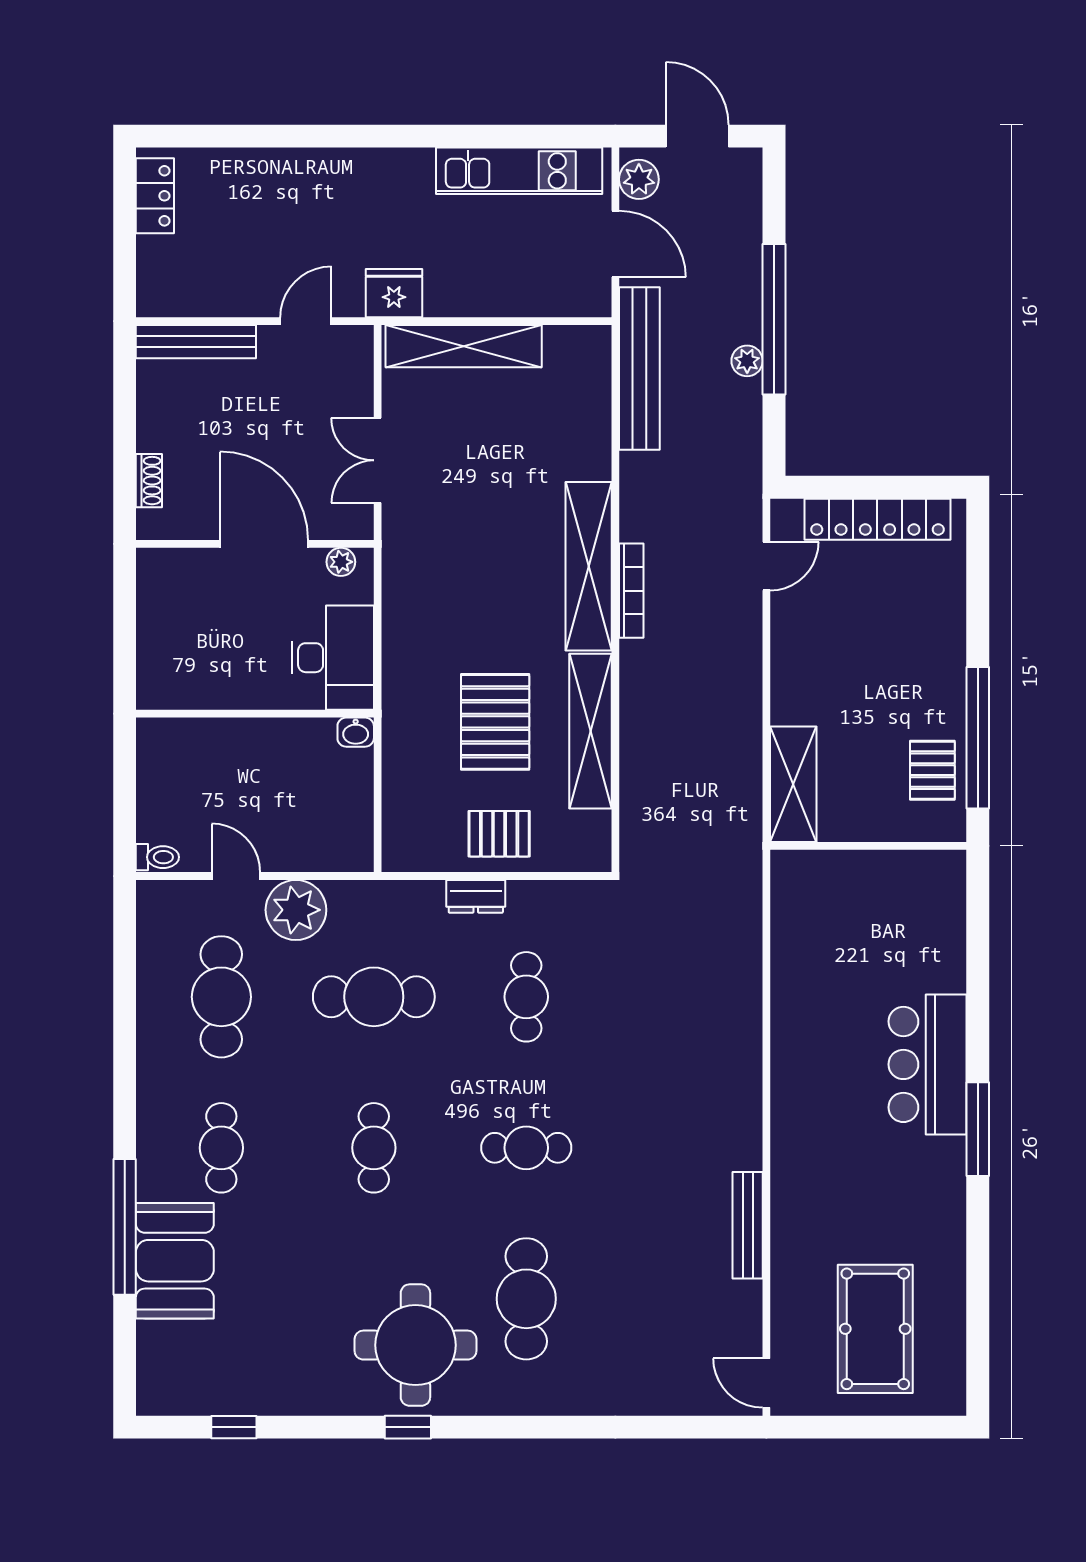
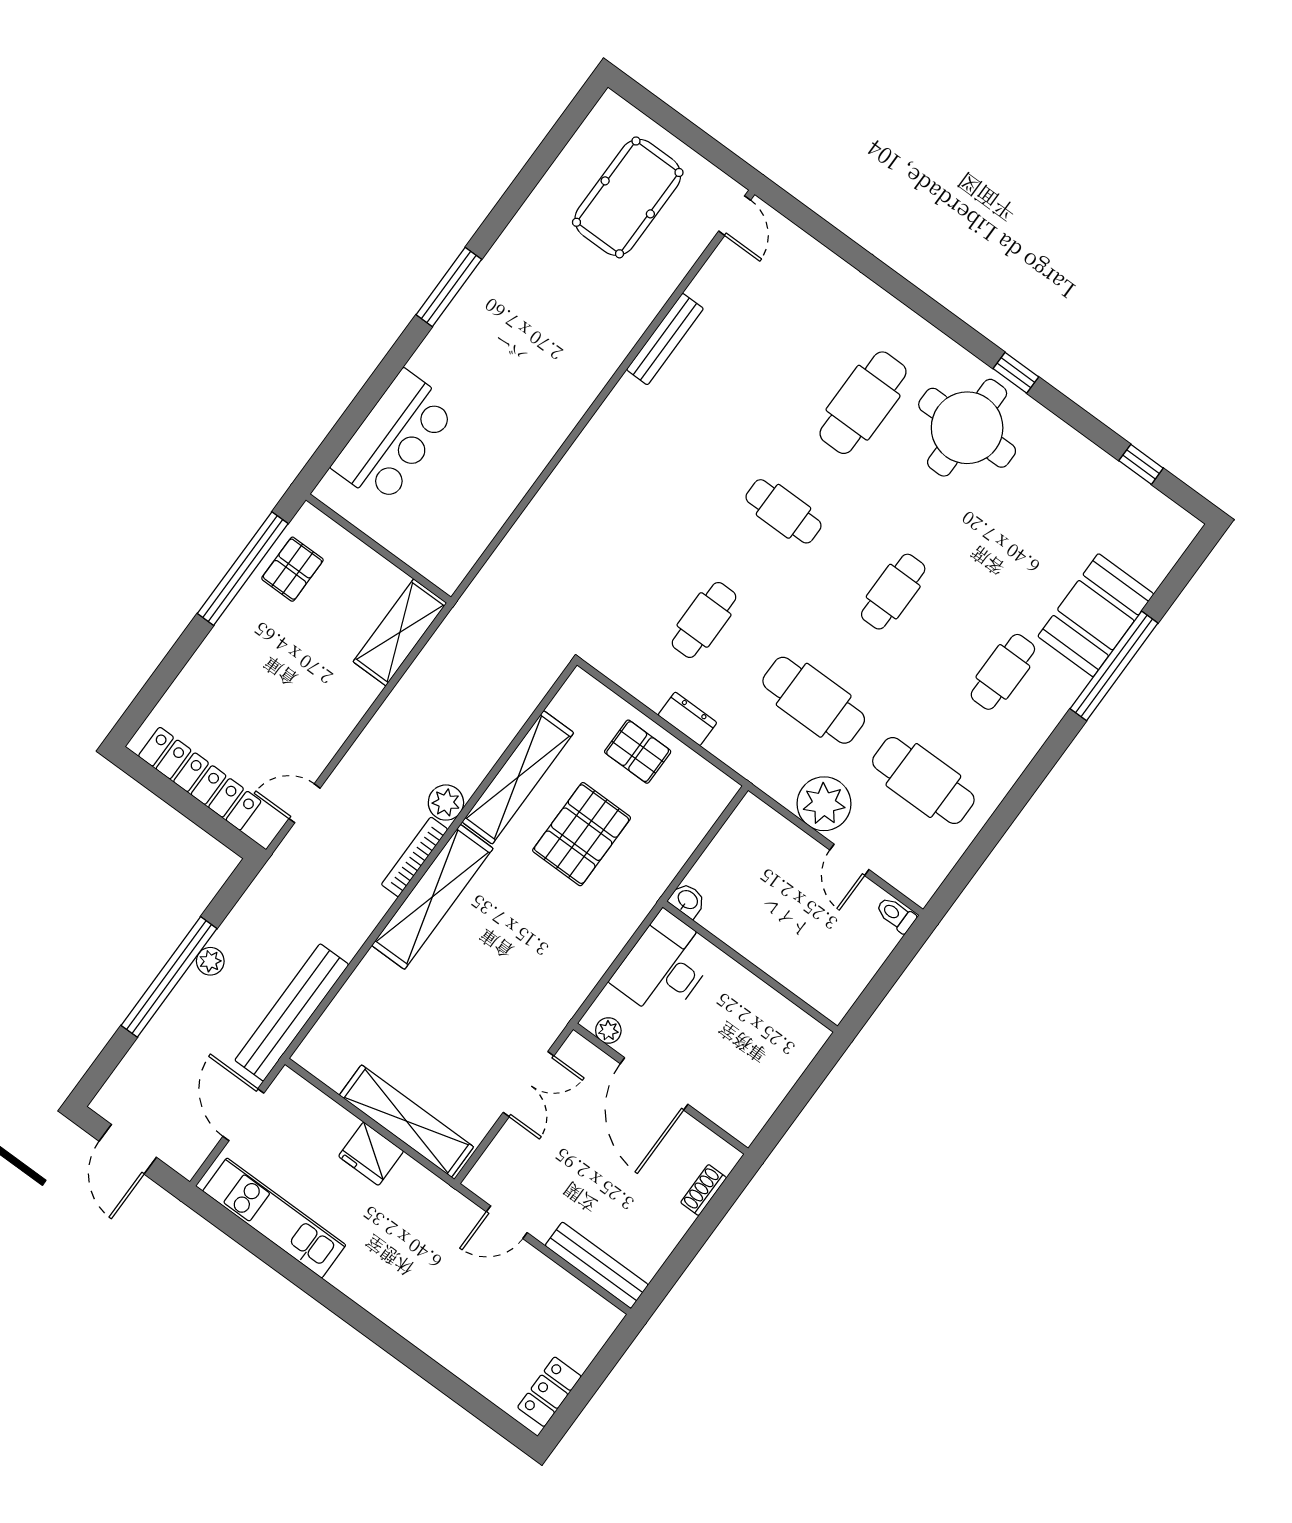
plant: (639, 179) -> (446, 803), moved
fridge: (394, 293) -> (371, 1154), moved
cafe table: (221, 997) -> (923, 781), turned 90
bar counter: (928, 1064) -> (394, 438), moved

